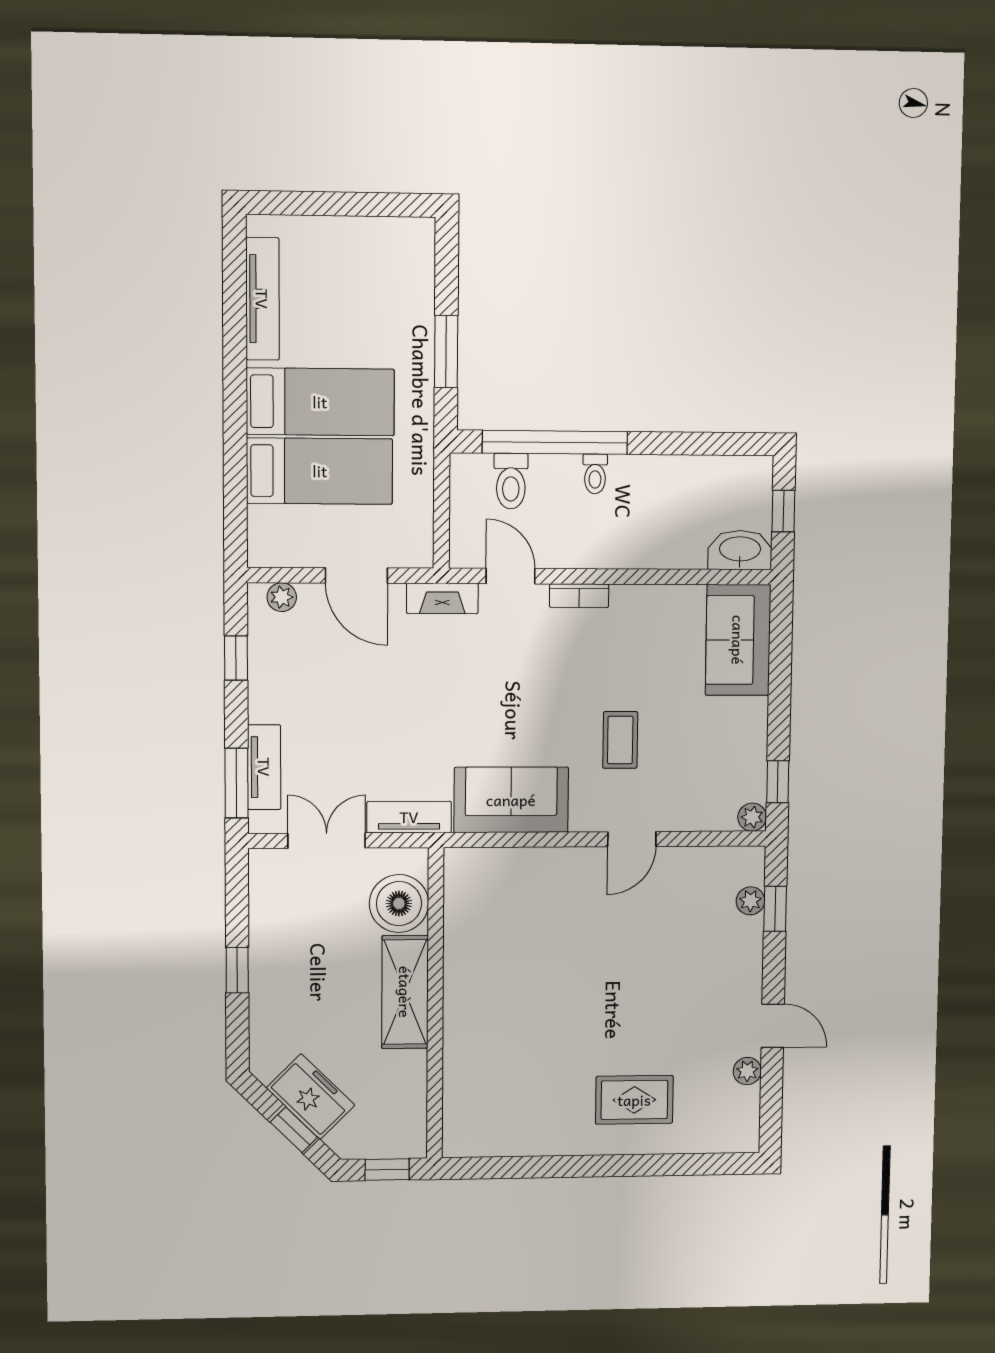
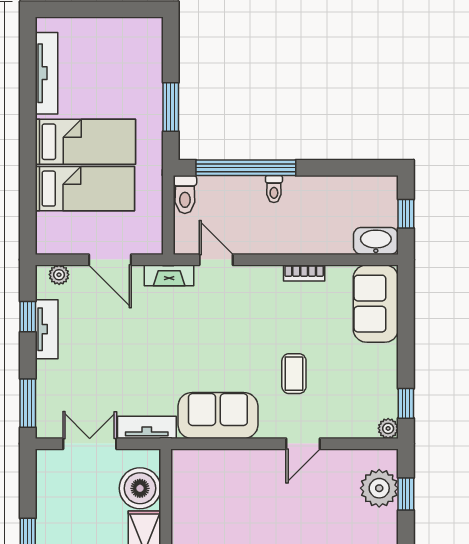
toilet: (511, 481) -> (185, 194), moved
bookcase: (579, 596) -> (304, 273), moved
tv unit: (264, 767) -> (47, 329), moved
plant: (750, 901) -> (379, 488), width x1.88, depth x1.88

